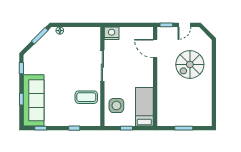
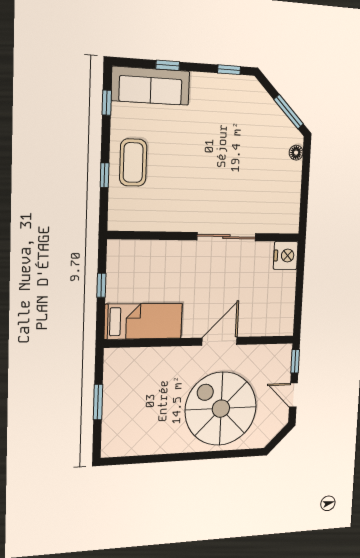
door: (155, 49) -> (220, 341), moved
spiral stairs: (190, 64) -> (221, 409), width x1.37, depth x1.37
coffee table: (86, 97) -> (133, 163), moved
sofa: (34, 100) -> (151, 86), width x0.74, depth x0.79
side table: (116, 106) -> (148, 264), removed

